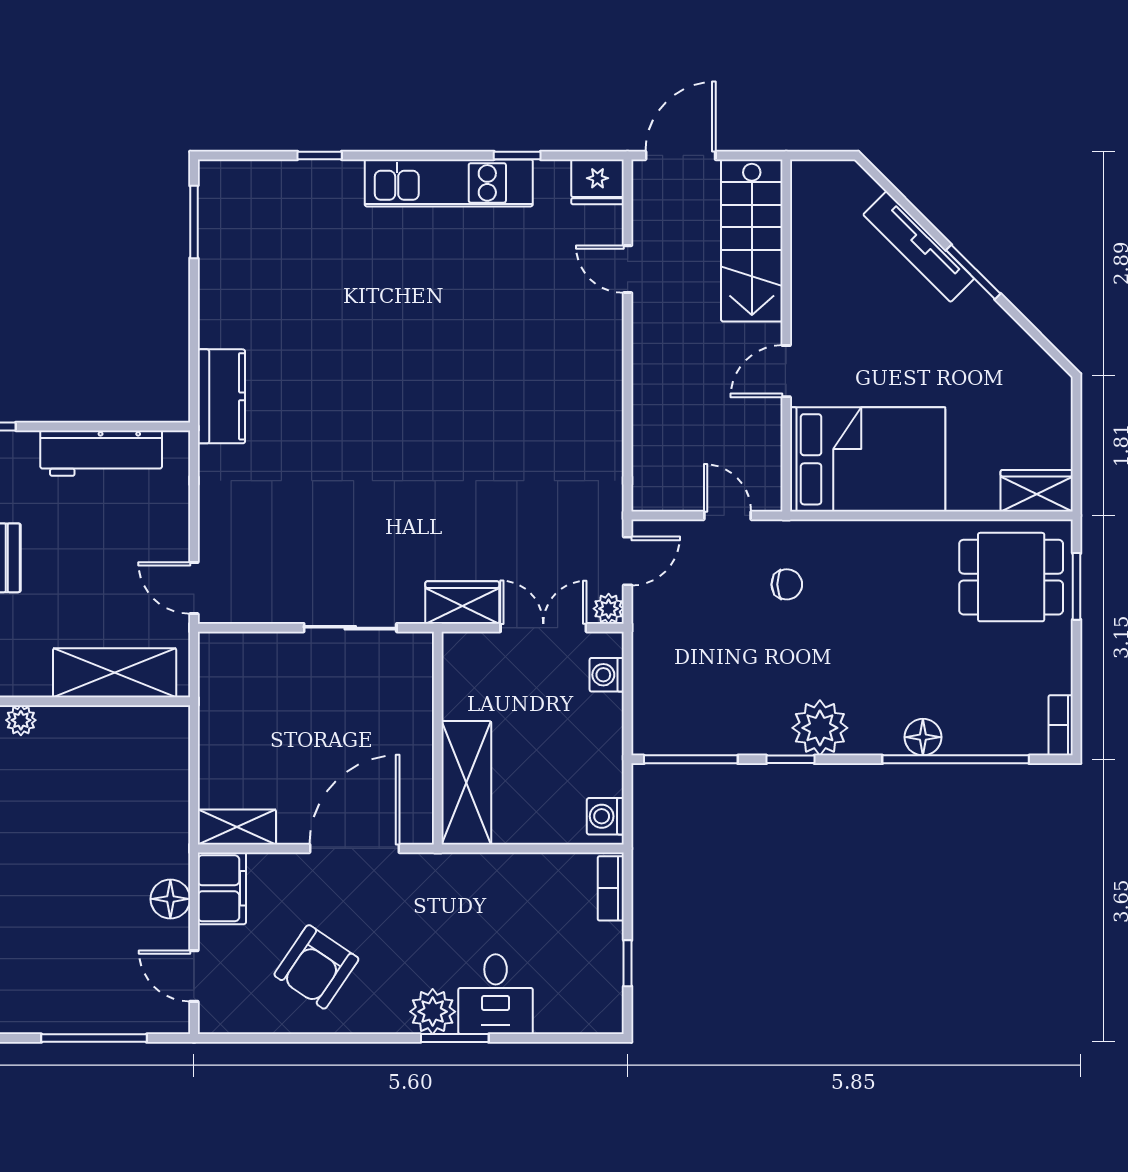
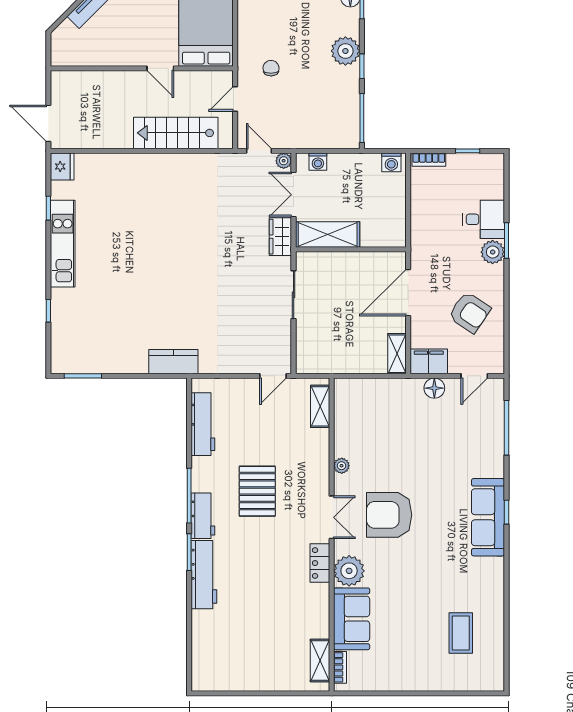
stairs: (752, 240) -> (176, 133), moved, turned 180
door: (628, 269) -> (107, 151), removed
shelving: (115, 673) -> (320, 406), width x0.67, depth x0.75
shelving: (466, 783) -> (328, 234), moved
door: (354, 848) -> (408, 293), hinge flipped

